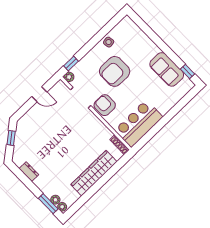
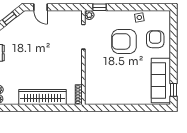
sofa: (167, 69) -> (161, 81), width x1.36
door: (39, 94) -> (40, 7), moved
armchair: (105, 105) -> (155, 39), moved
bar counter: (139, 124) -> (106, 93), removed

